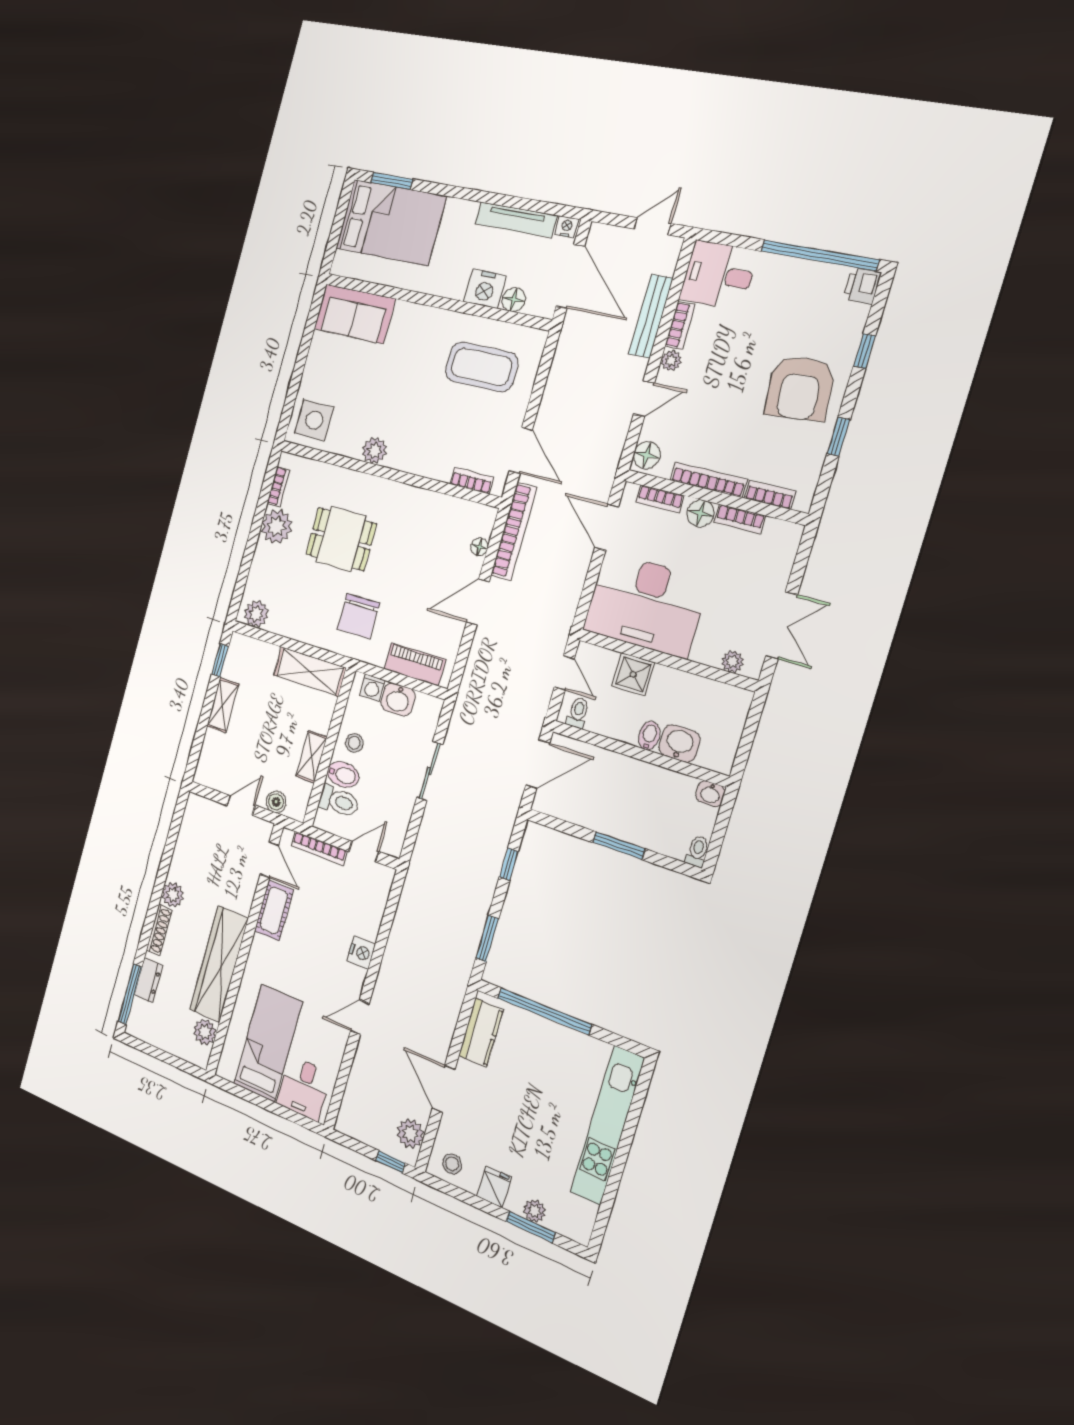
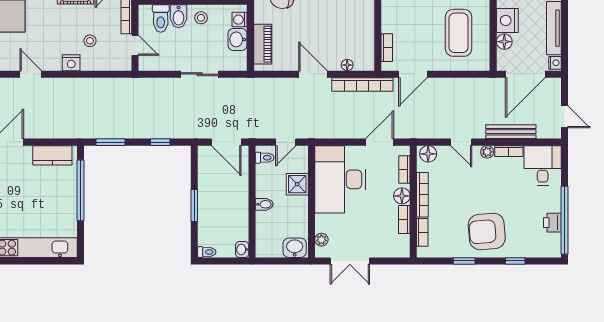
printer: (862, 286) -> (552, 223), moved, turned -90
washbasin: (679, 744) -> (295, 248), moved, turned -90
stool: (340, 914) -> (90, 41), added

